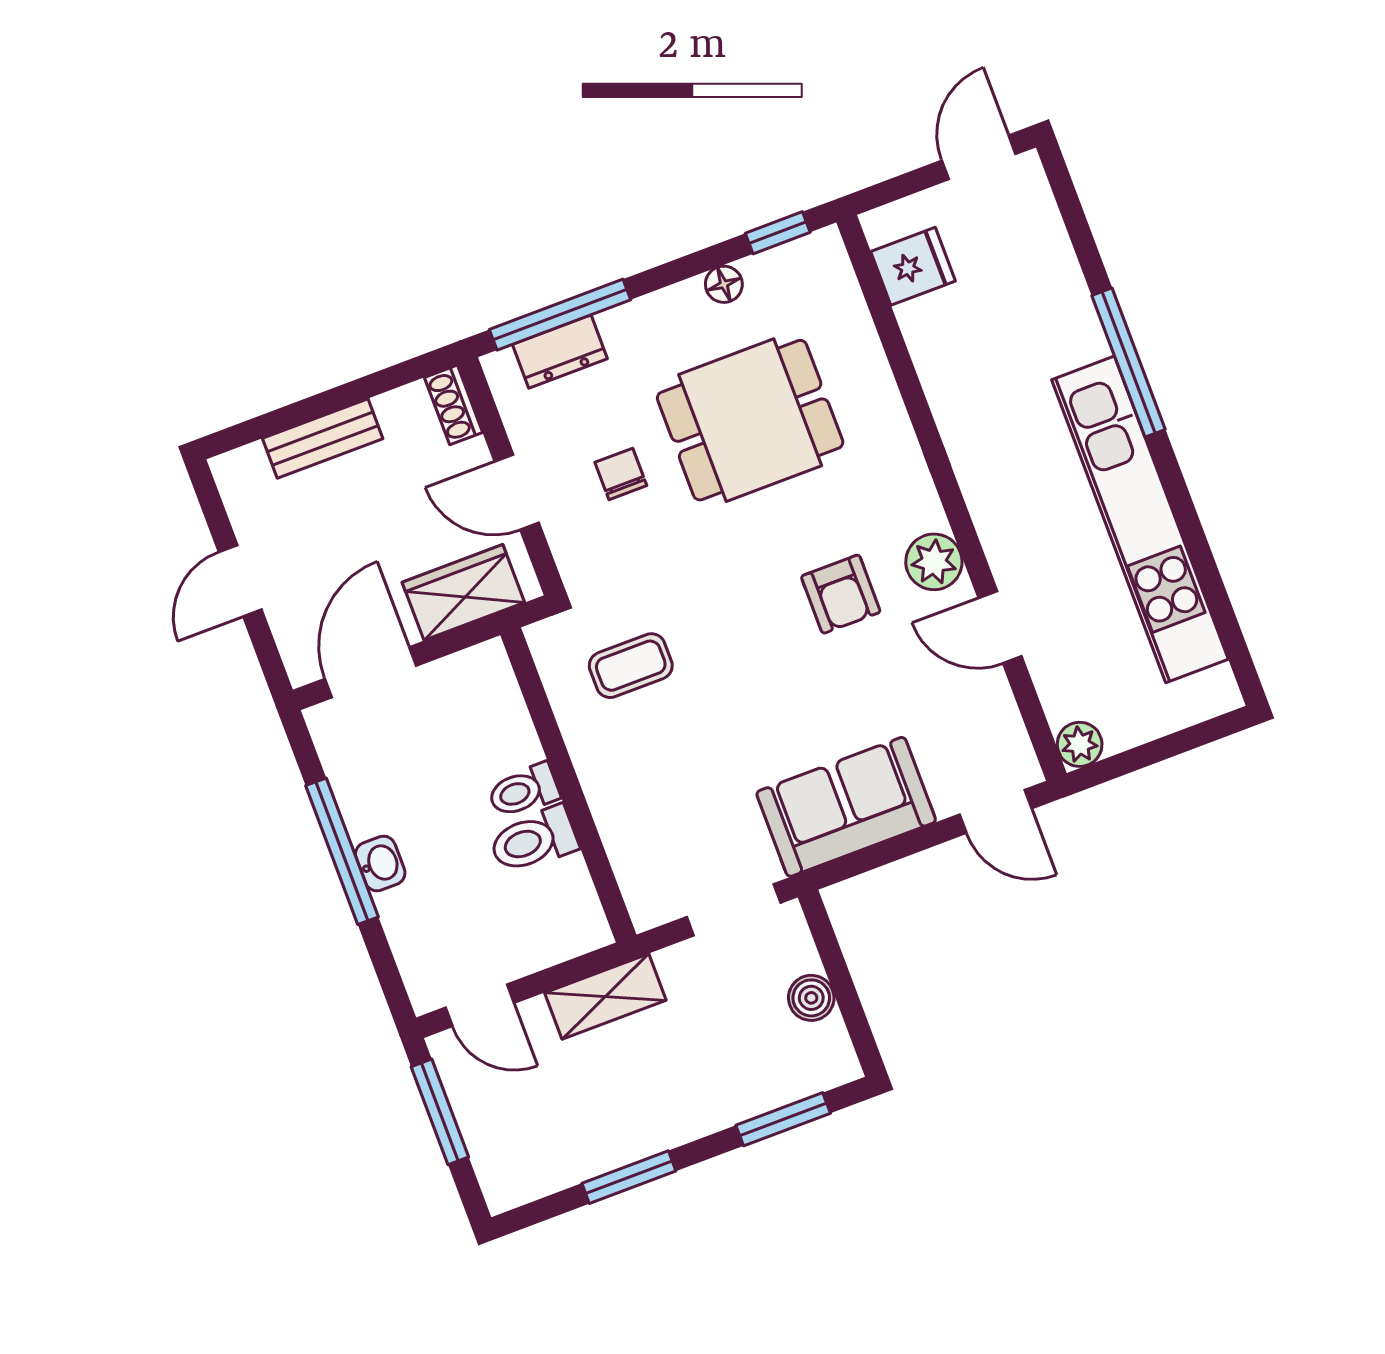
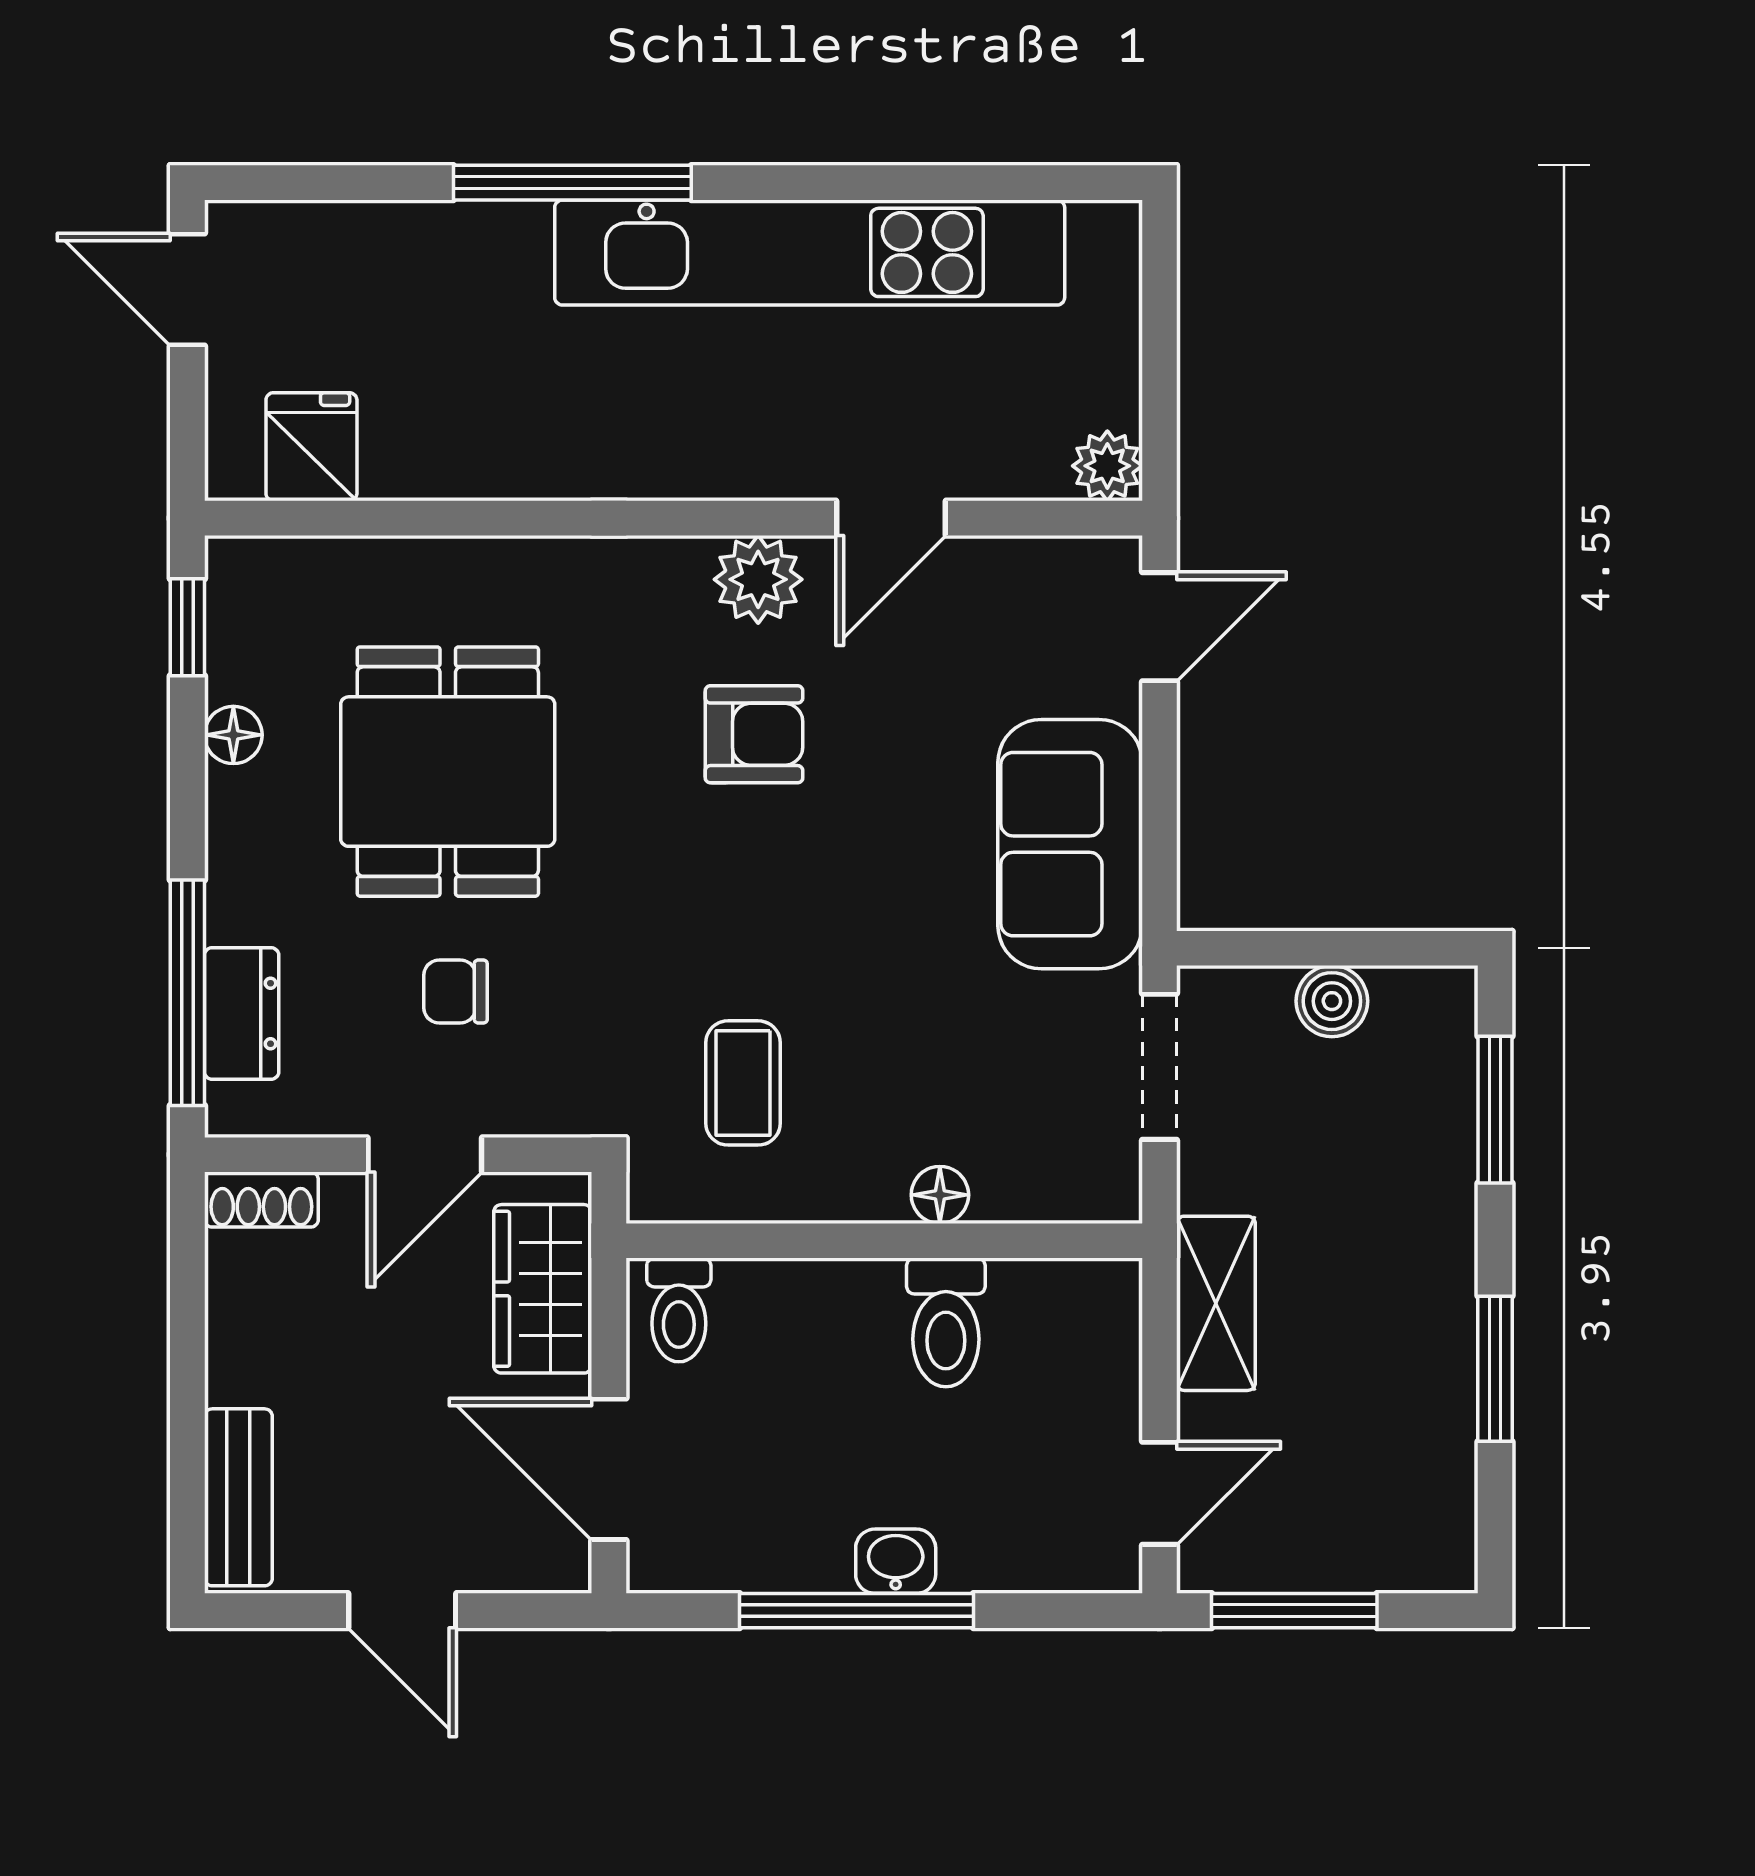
bench: (323, 439) -> (238, 1497), moved
toilet: (524, 791) -> (679, 1310), moved
floor lamp: (608, 808) -> (940, 1195), added

